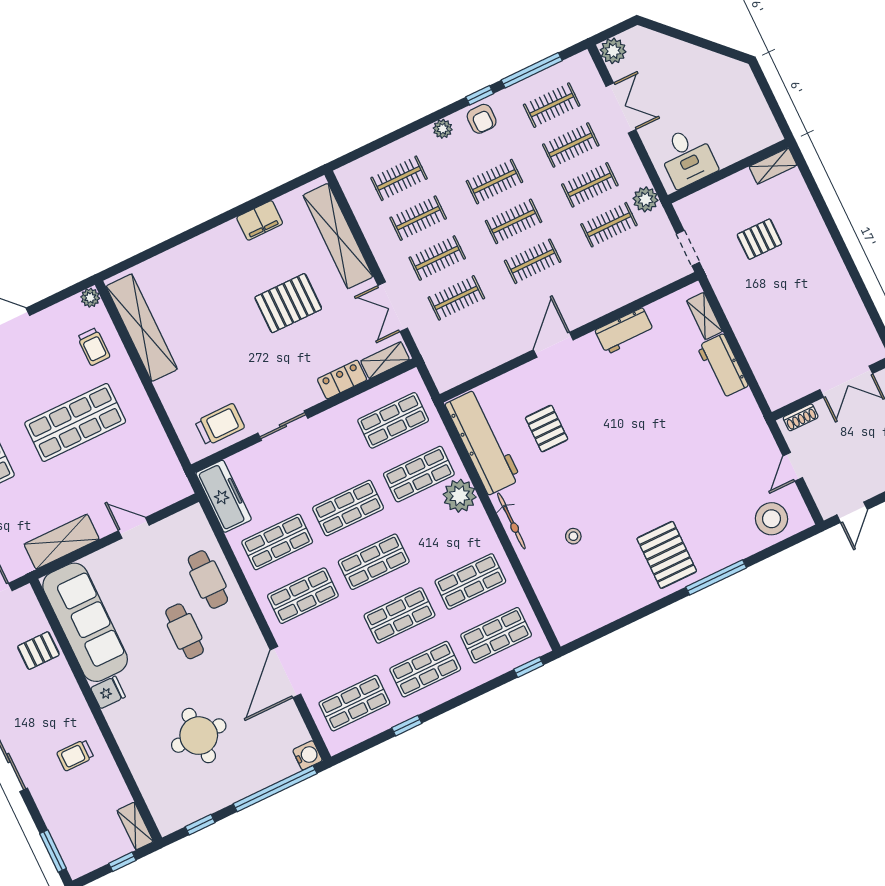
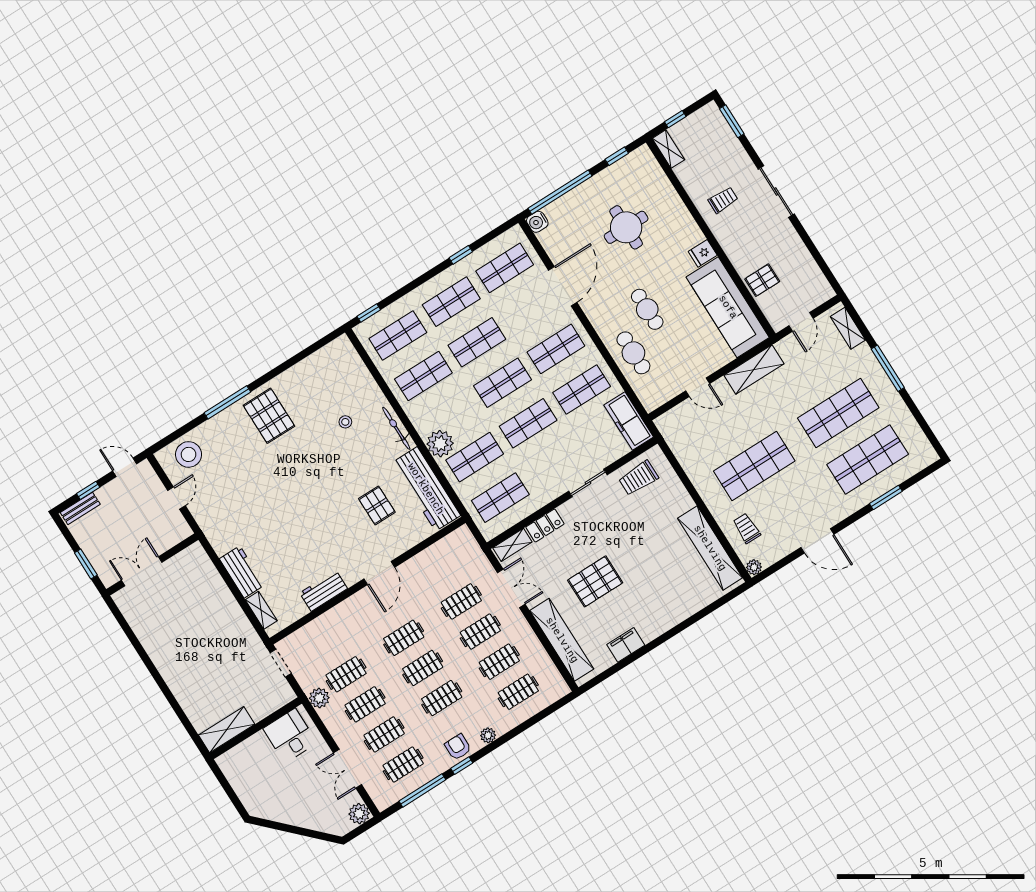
shelving: (773, 166) -> (227, 730), width x1.50, depth x1.33
pallet: (759, 239) -> (224, 677), removed
shoe rack: (801, 417) -> (175, 538), removed
door: (852, 512) -> (125, 467), hinge flipped

